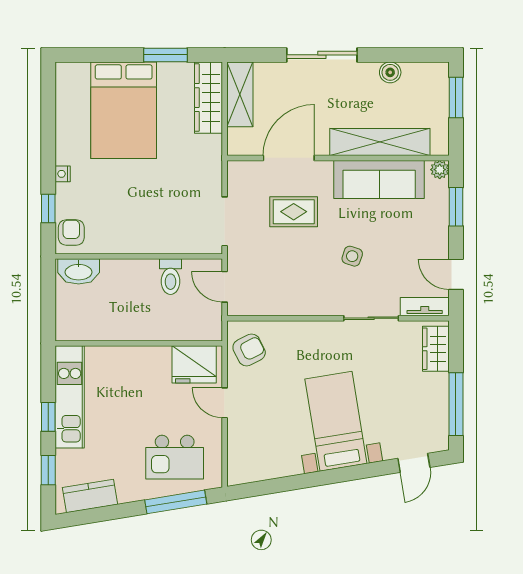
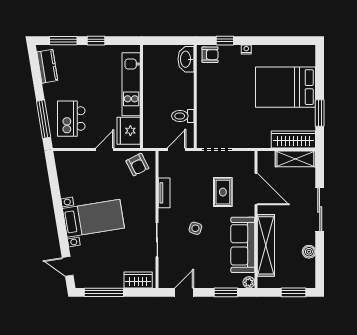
tv unit: (425, 307) -> (164, 193), moved
kitchen unit: (70, 397) -> (131, 84), moved, turned 90
window: (48, 470) -> (63, 41), width x1.50

